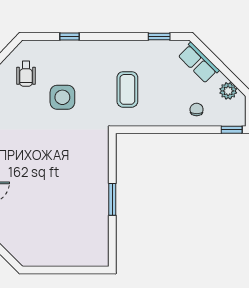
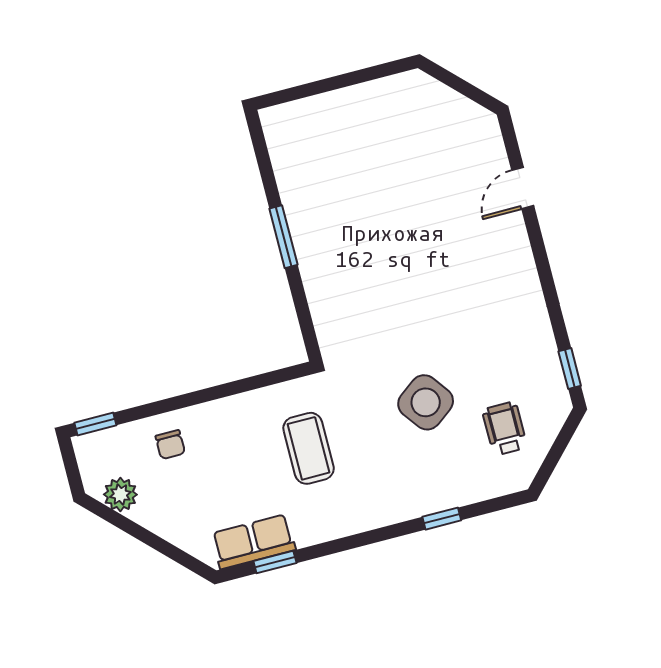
row of seats: (199, 63) -> (253, 542), moved, turned -45
side table: (62, 97) -> (426, 402), turned -37

